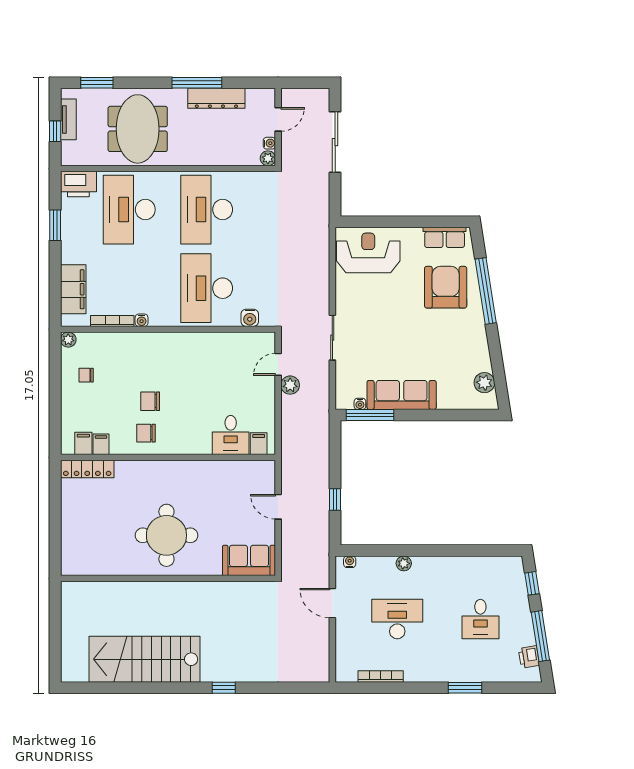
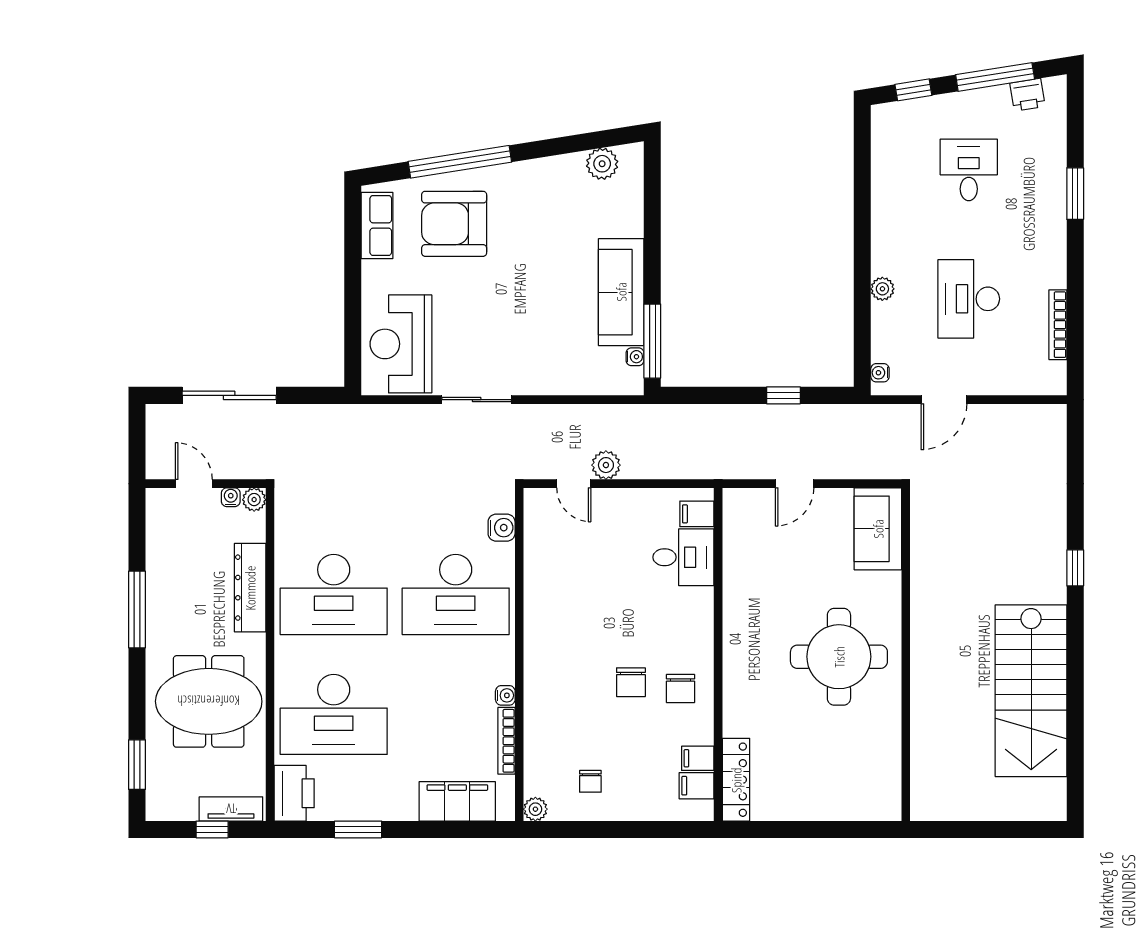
dresser: (216, 98) -> (250, 588), moved, turned 180
tv unit: (68, 119) -> (231, 809), moved
sliding door: (332, 338) -> (477, 400), moved
desk: (480, 619) -> (969, 170), turned -90

